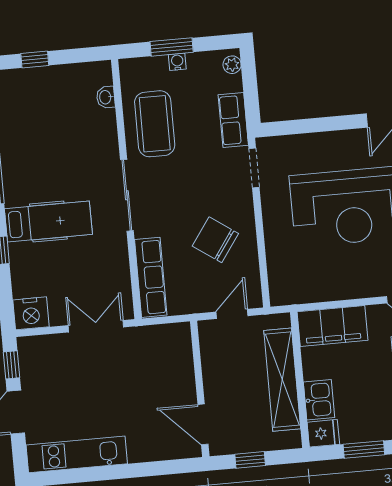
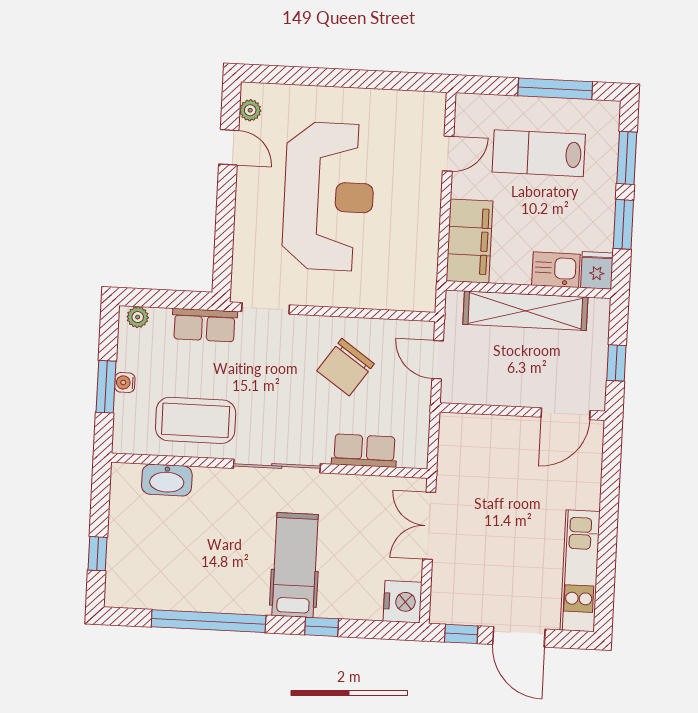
washbasin: (106, 97) -> (167, 480), width x1.91, depth x1.45
row of seats: (151, 277) -> (364, 451), width x0.68

